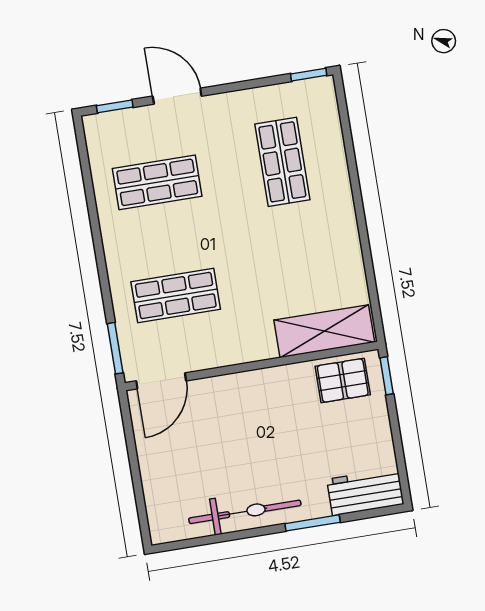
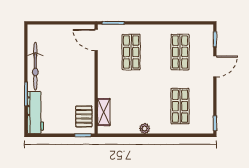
shop shelf: (282, 162) -> (180, 106), turned 90
plant: (348, 235) -> (145, 129), added
shelving: (324, 331) -> (104, 112), width x0.67, depth x0.75
workbench: (365, 492) -> (35, 113), width x1.38

